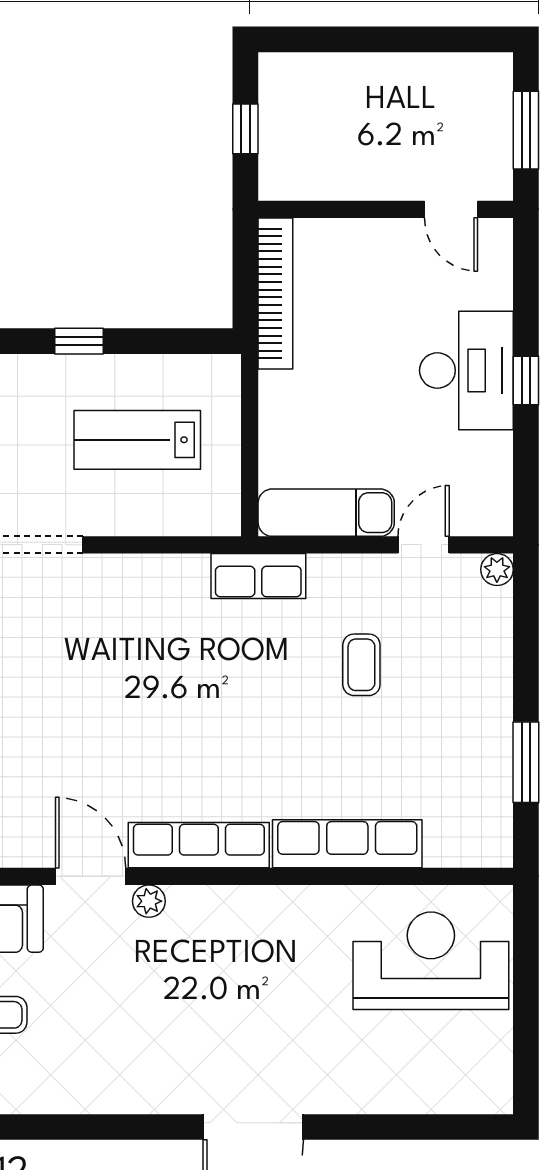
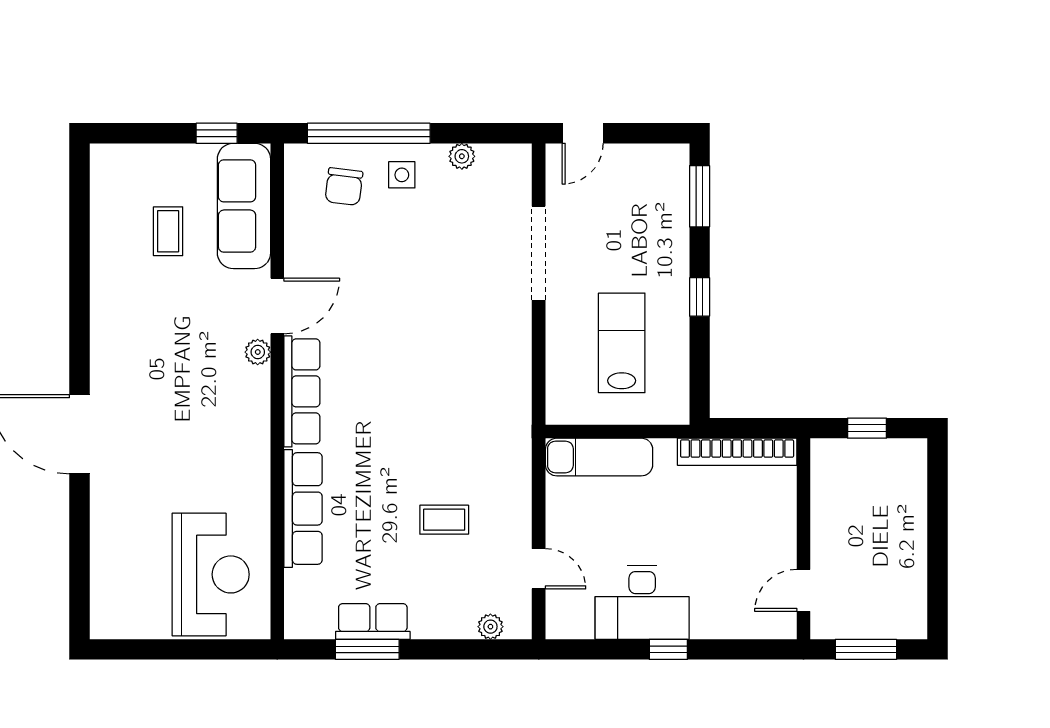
desk: (466, 370) -> (642, 602), moved
exam couch: (326, 513) -> (599, 457), moved, turned 90
plant: (497, 570) -> (490, 627), moved
row of seats: (258, 576) -> (373, 621), moved, turned 90

